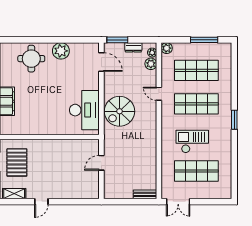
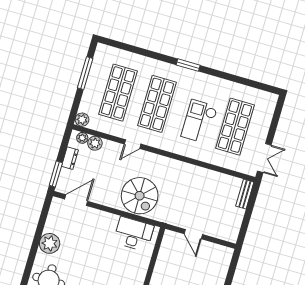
desk: (84, 110) -> (134, 234), width x0.73, depth x0.77

